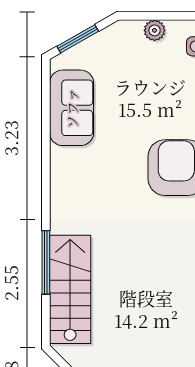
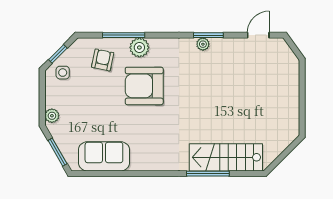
plant: (155, 30) -> (52, 116), moved

